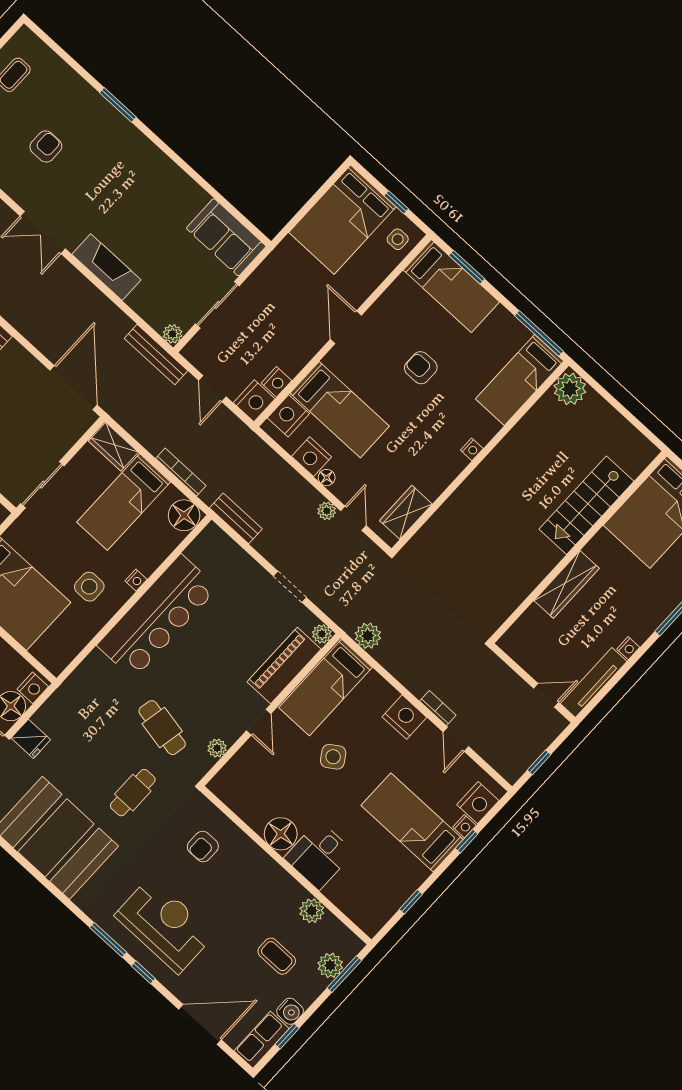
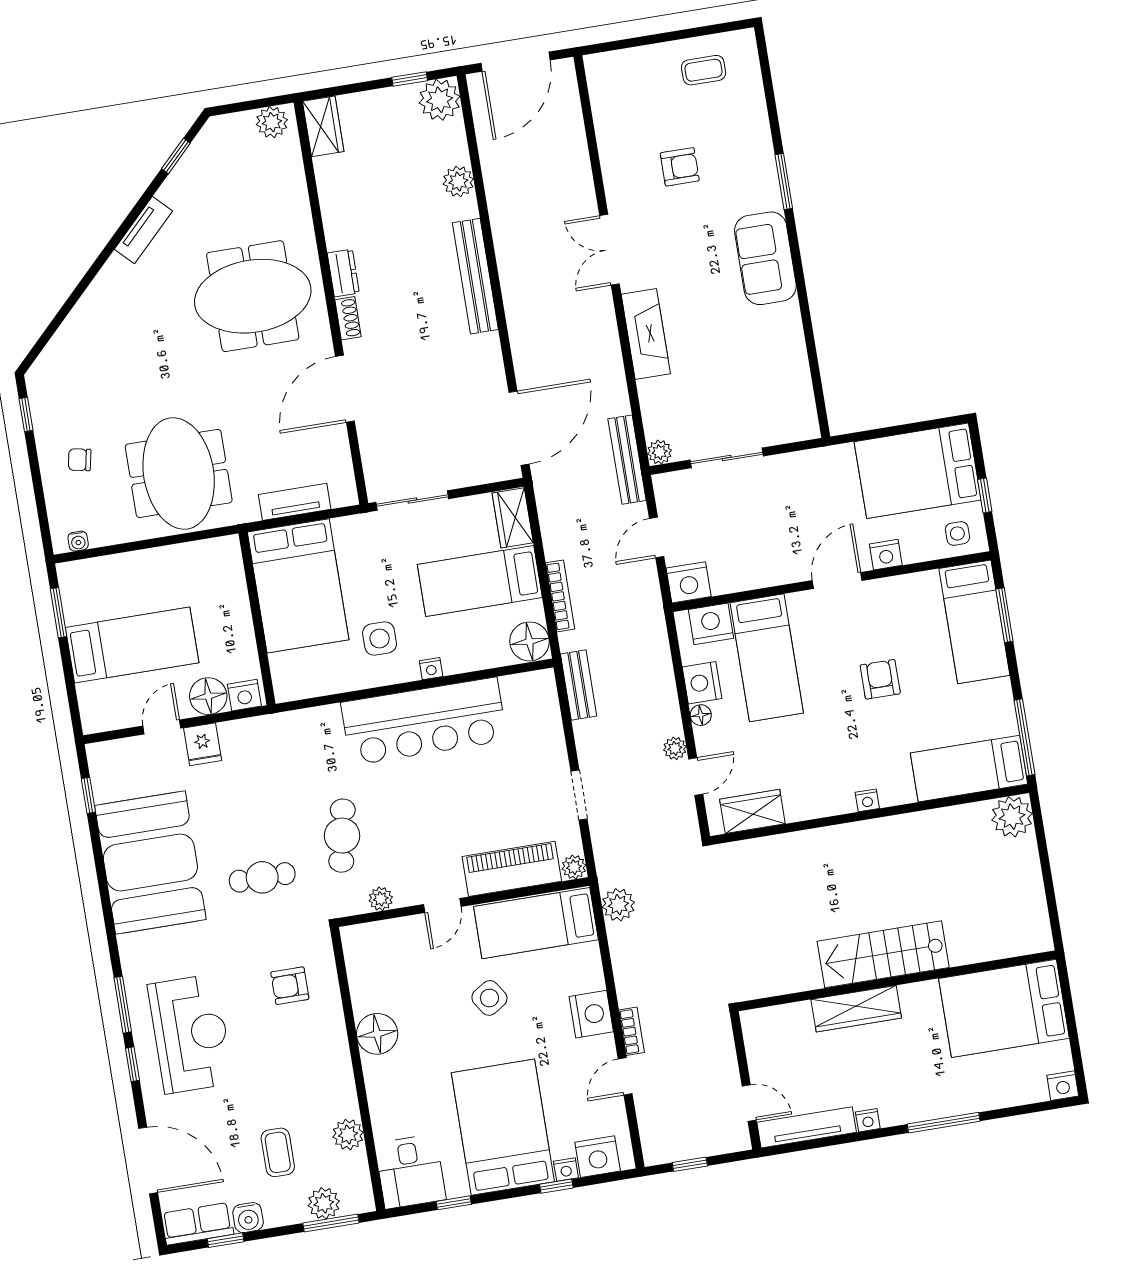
sofa: (226, 237) -> (765, 258), moved
nightstand: (276, 382) -> (886, 555), moved
stairs: (587, 505) -> (883, 954), moved
bed: (412, 822) -> (503, 1127), width x1.50
desk: (319, 855) -> (410, 1172), moved, turned -90

